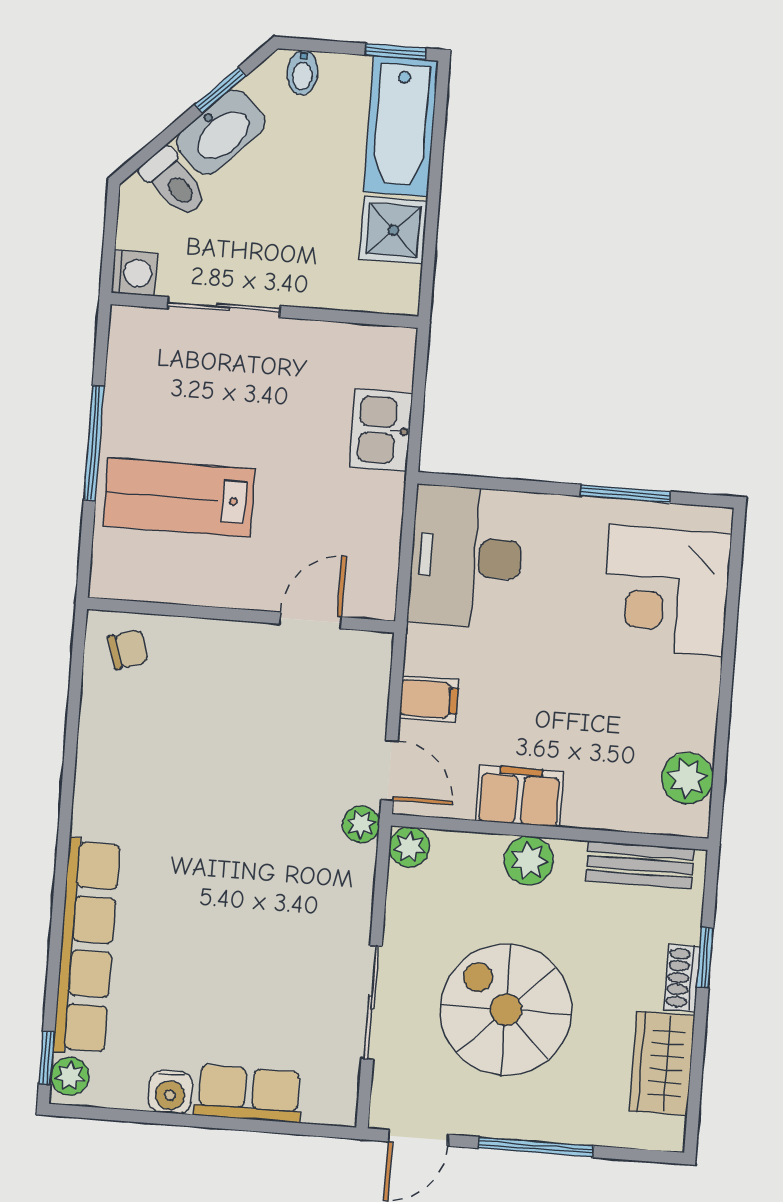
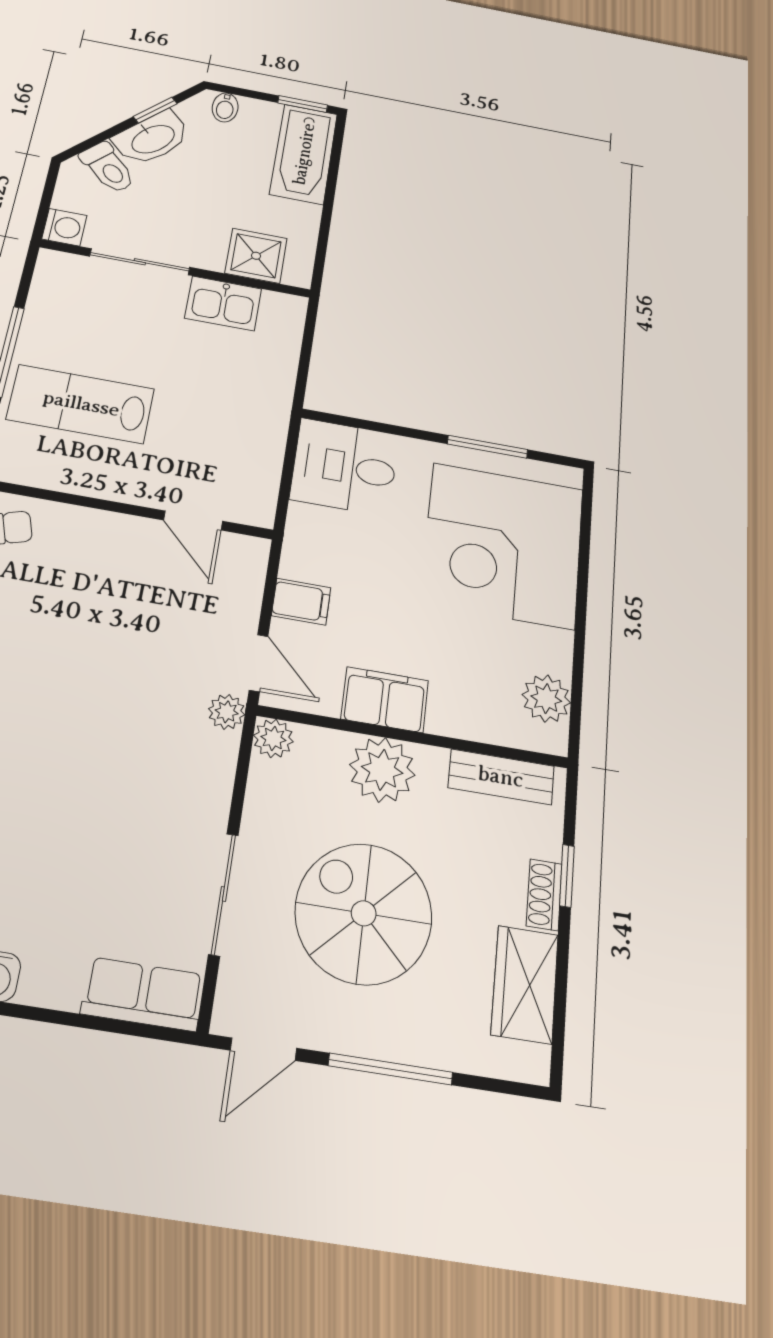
shower: (393, 230) -> (256, 256), moved
kitchen sink: (381, 430) -> (223, 303), moved, turned -90
desk: (466, 557) -> (345, 467), width x0.73
corner desk: (666, 590) -> (503, 545), width x1.36, depth x1.36
door: (310, 620) -> (193, 521), swing flipped
plant: (529, 861) -> (382, 770), width x1.36, depth x1.36
row of seats: (249, 1094) -> (143, 994), moved

